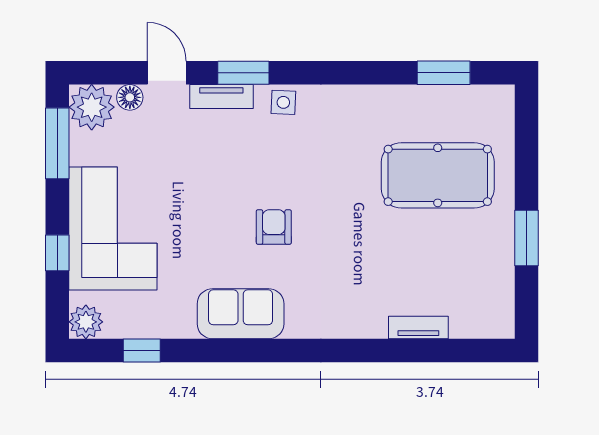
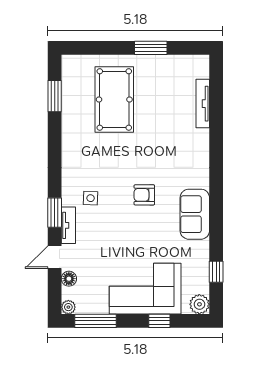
side table: (283, 102) -> (91, 198), moved
plant: (92, 107) -> (68, 307), width x0.53, depth x0.53
tv unit: (418, 327) -> (203, 104), width x1.41

